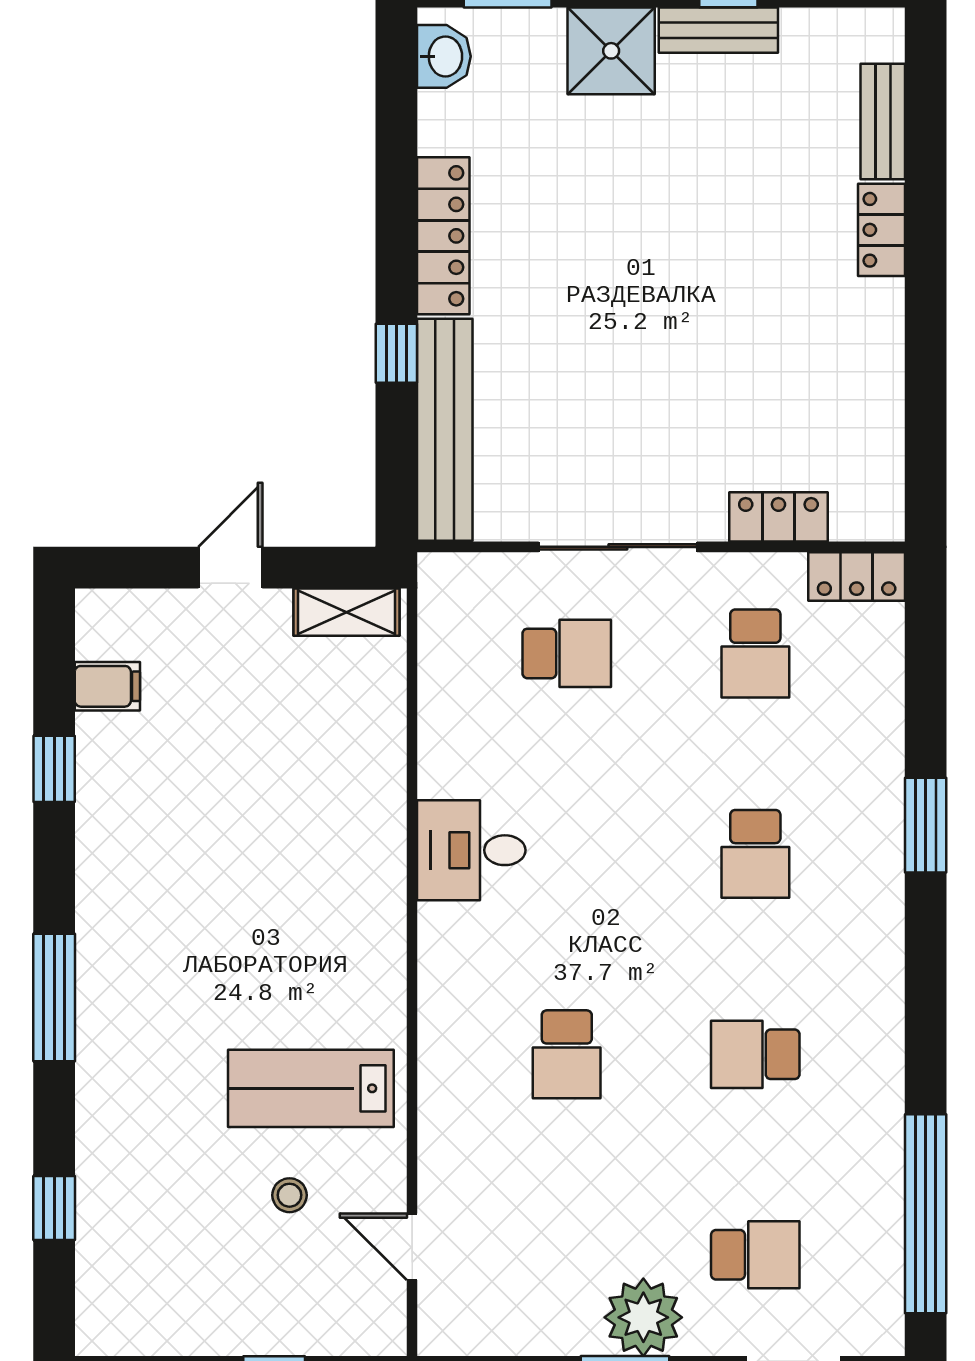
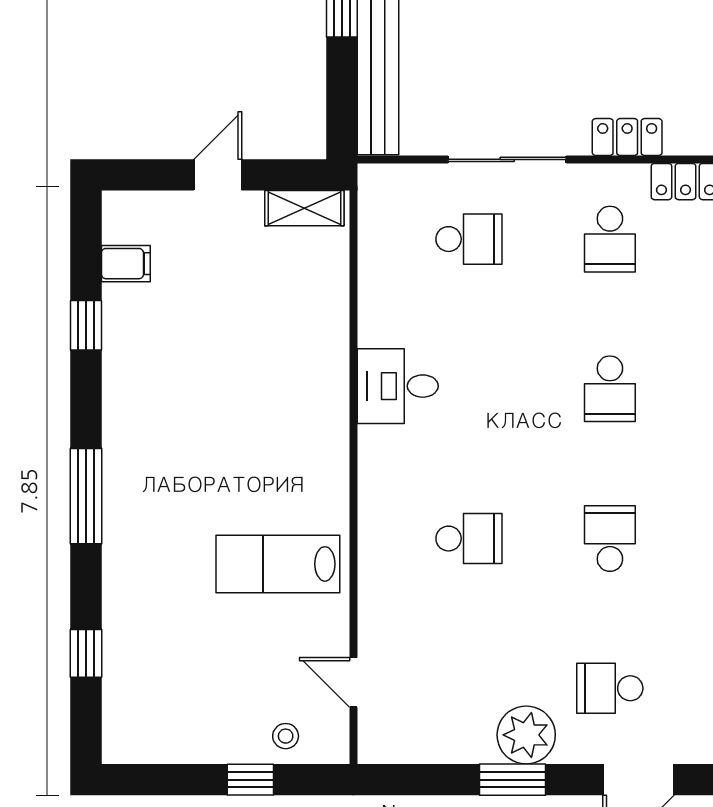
school desk: (567, 1054) -> (469, 539), turned -90
school desk: (755, 1054) -> (610, 539), turned 90
stool: (290, 1195) -> (286, 736), moved
school desk: (755, 1255) -> (610, 688), turned 180

